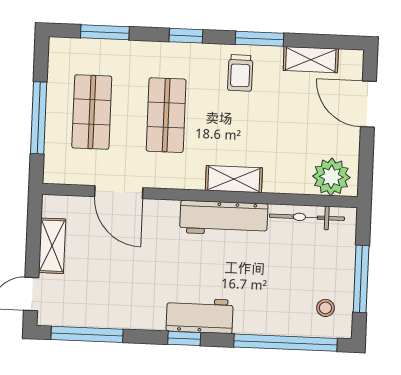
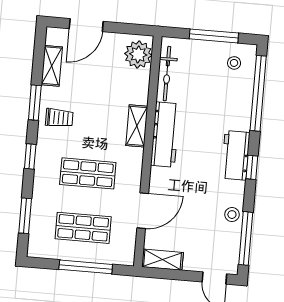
shelving: (52, 246) -> (162, 260), moved
stool: (119, 314) -> (232, 215), added

